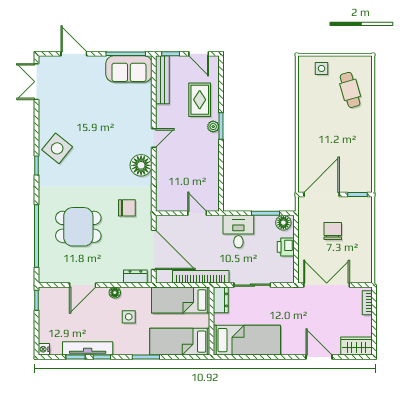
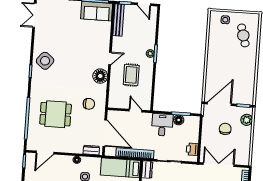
rug: (200, 100) -> (131, 75), moved
plant: (364, 215) -> (247, 120), added
floor lamp: (283, 223) -> (179, 120), moved
printer: (286, 247) -> (192, 149), moved
door: (83, 285) -> (45, 153), moved

